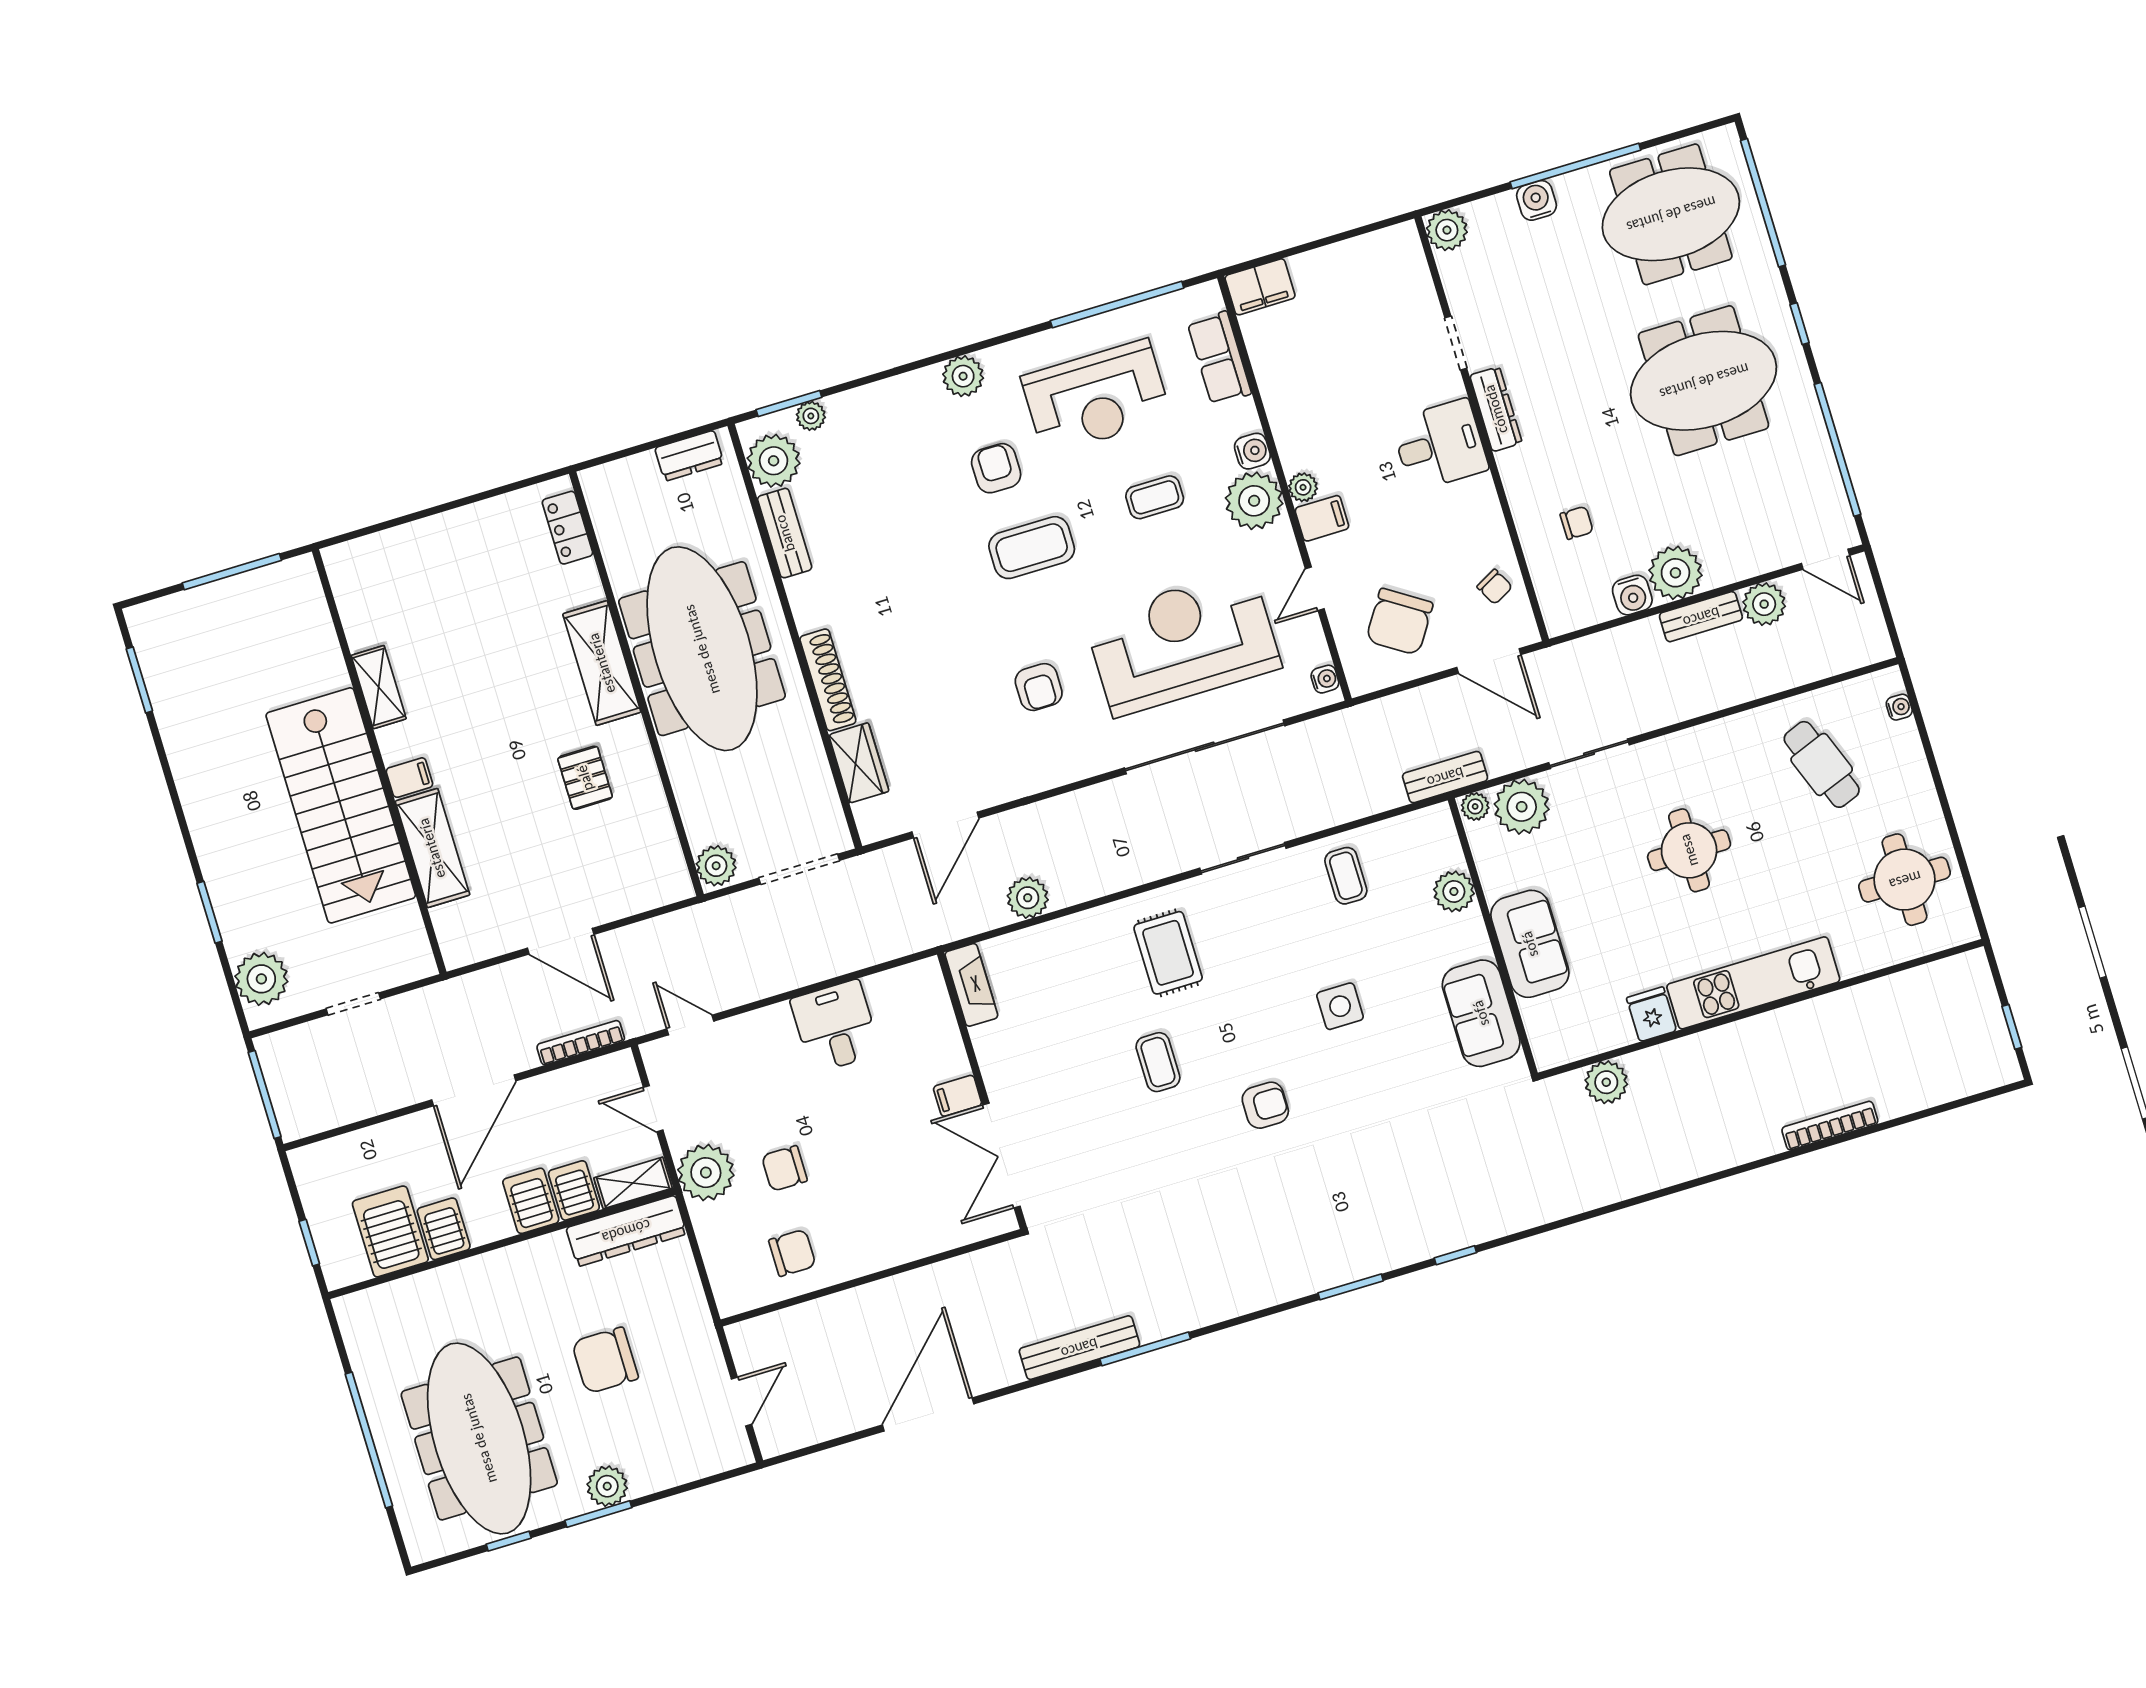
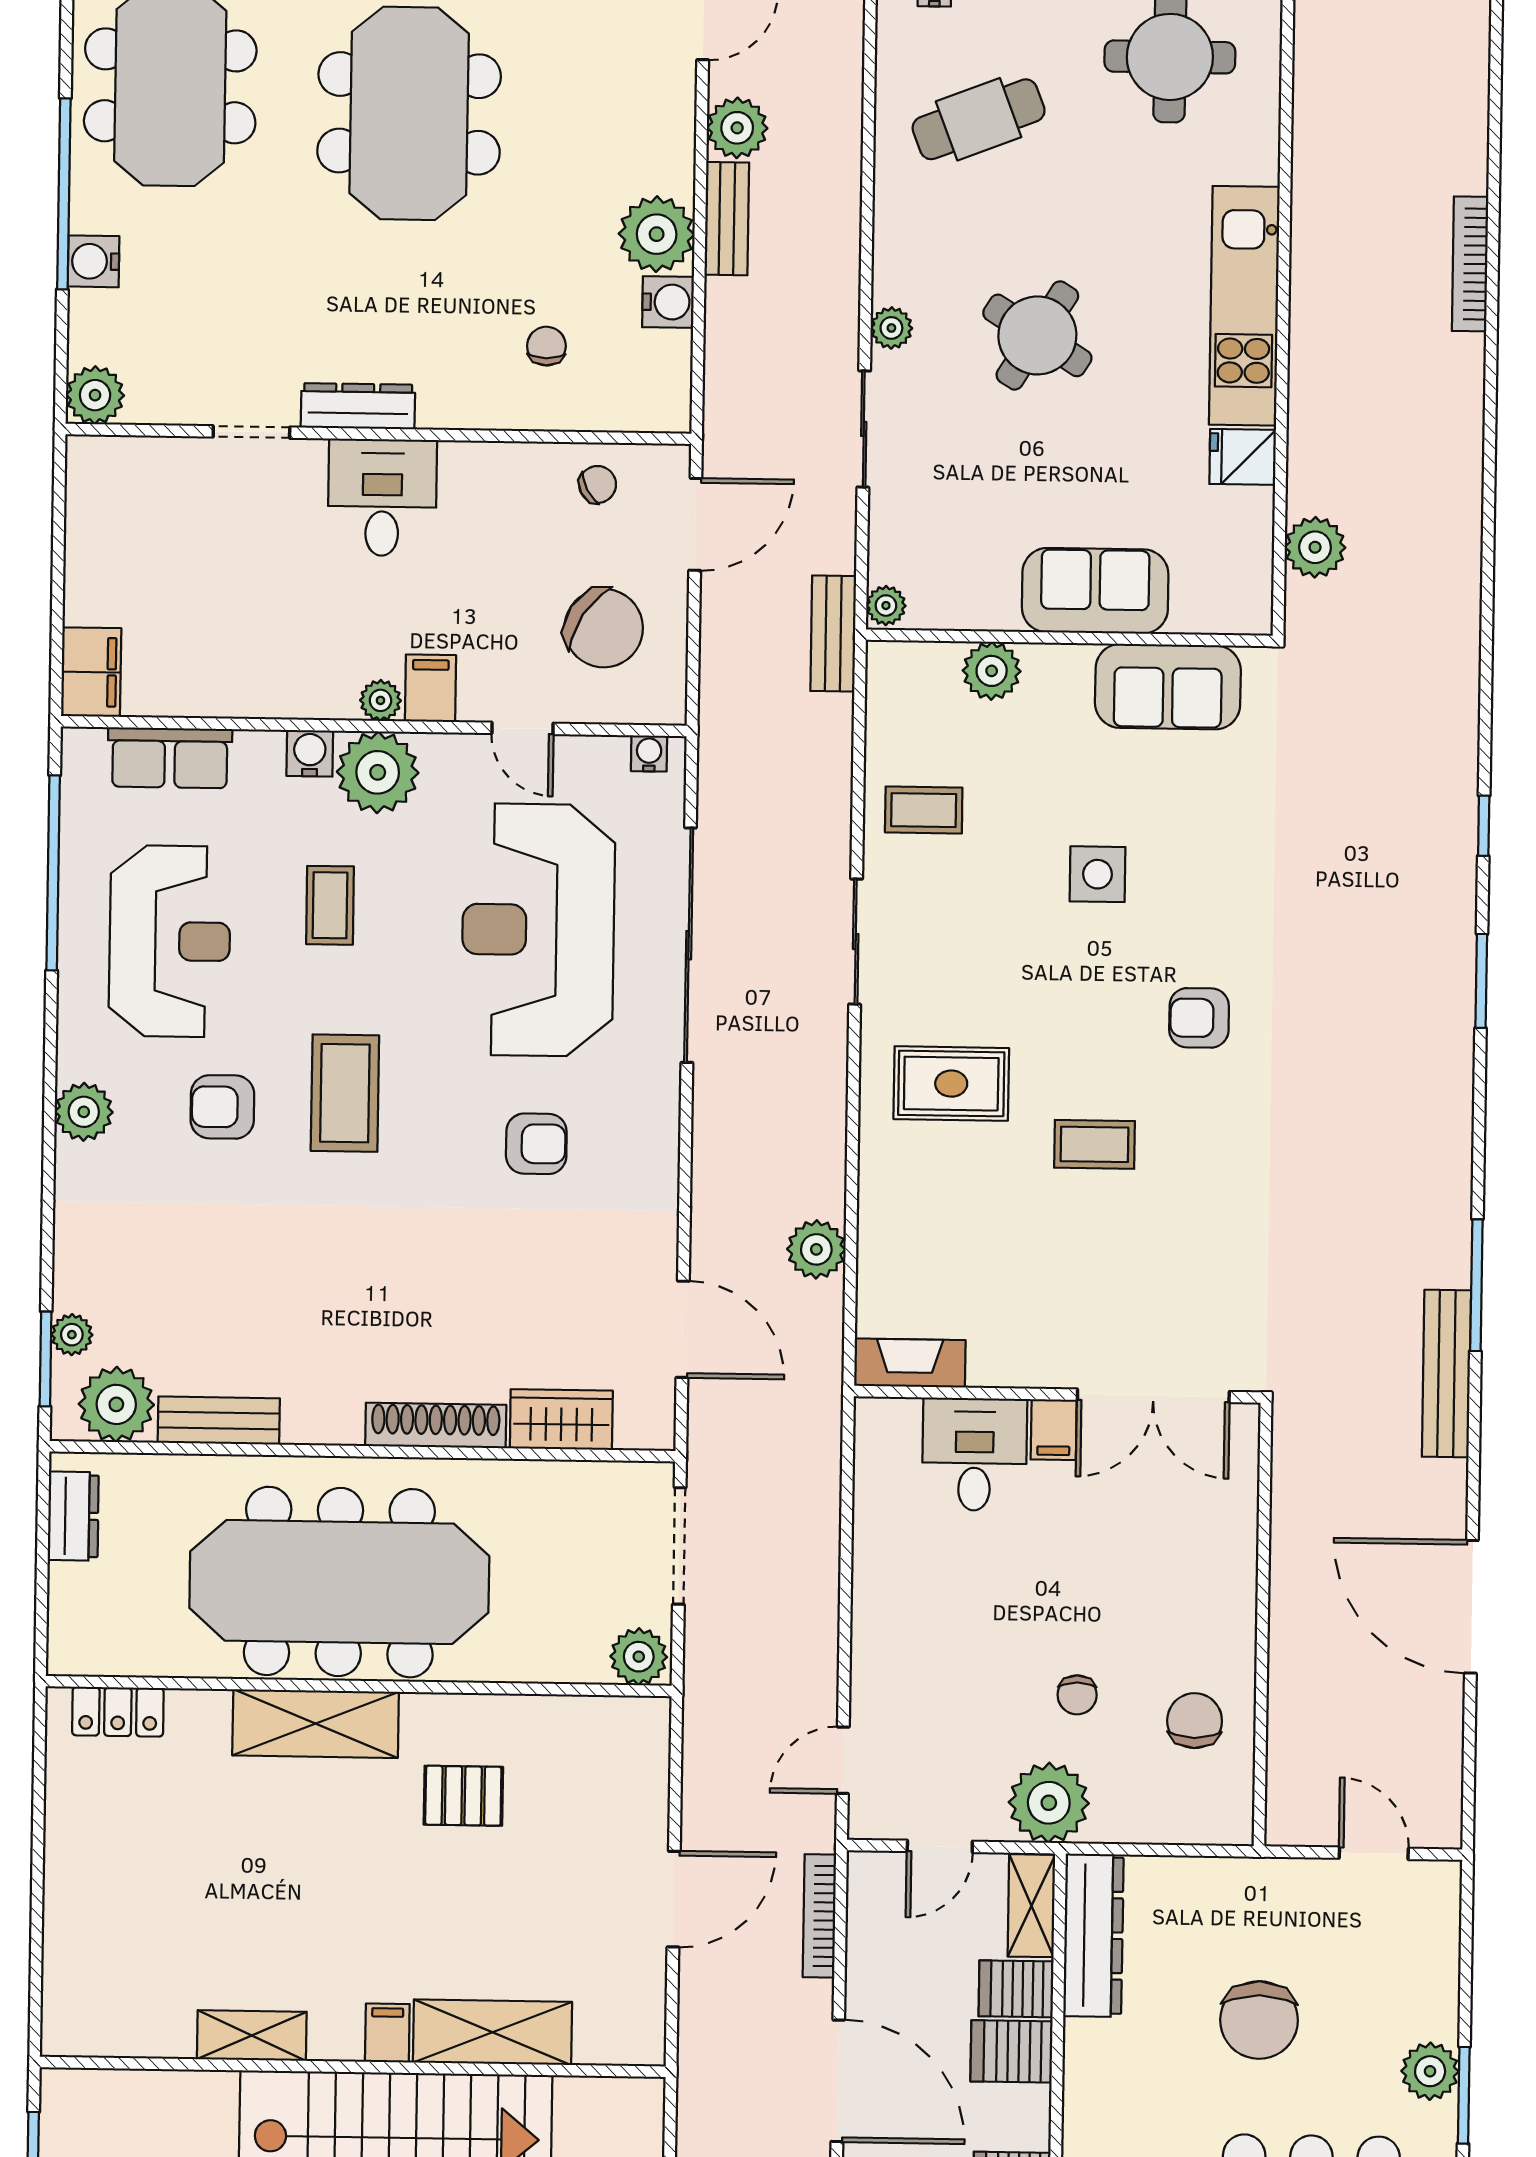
plant: (1522, 807) -> (891, 328), moved, width x0.53, depth x0.53
round table: (1689, 850) -> (1037, 335), turned 32
desk: (835, 1026) -> (974, 1454), moved, turned 90
armchair: (1265, 1105) -> (1199, 1018), turned -90
chair: (784, 1168) -> (1077, 1695), width x0.73, depth x0.73

